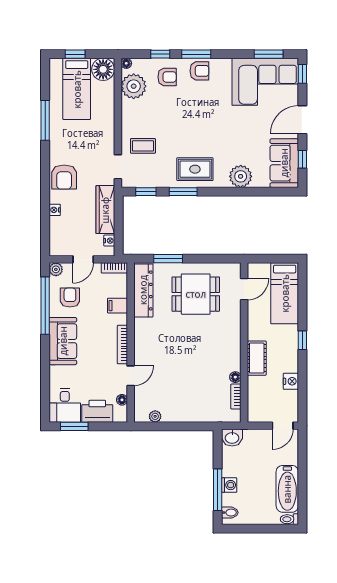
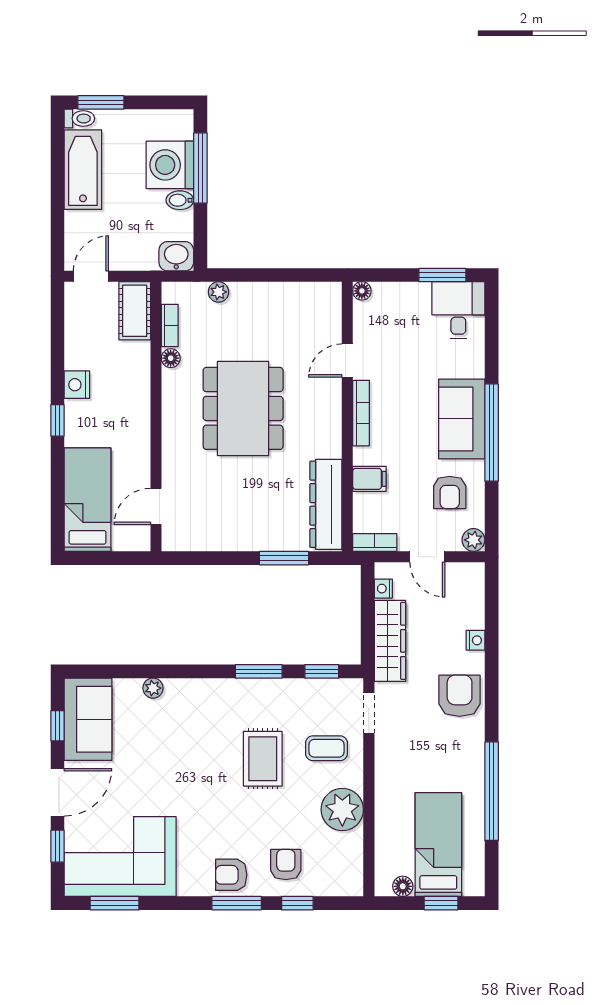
floor lamp: (126, 63) -> (355, 888), removed
floor lamp: (103, 69) -> (403, 886), width x0.53, depth x0.53
window: (302, 74) -> (57, 846), moved
armchair: (167, 77) -> (286, 865), turned 90
plant: (134, 86) -> (342, 810), moved
window: (45, 120) -> (492, 791), width x1.46
rug: (195, 169) -> (263, 759), moved, turned 90
plant: (241, 176) -> (153, 688), width x0.53, depth x0.53
door: (83, 259) -> (427, 557), swing flipped
dining table: (196, 294) -> (243, 408), moved, width x1.37
window: (45, 306) -> (492, 433), moved
cot: (257, 358) -> (135, 311), moved
nightstand: (291, 381) -> (77, 385), moved
floor lamp: (122, 400) -> (362, 291), moved
printer: (97, 411) -> (404, 300), removed
plant: (155, 416) -> (218, 292), moved
washing machine: (229, 485) -> (170, 165), width x1.89, depth x1.89
bidet: (230, 513) -> (180, 200), moved
window: (277, 529) -> (101, 102), added

